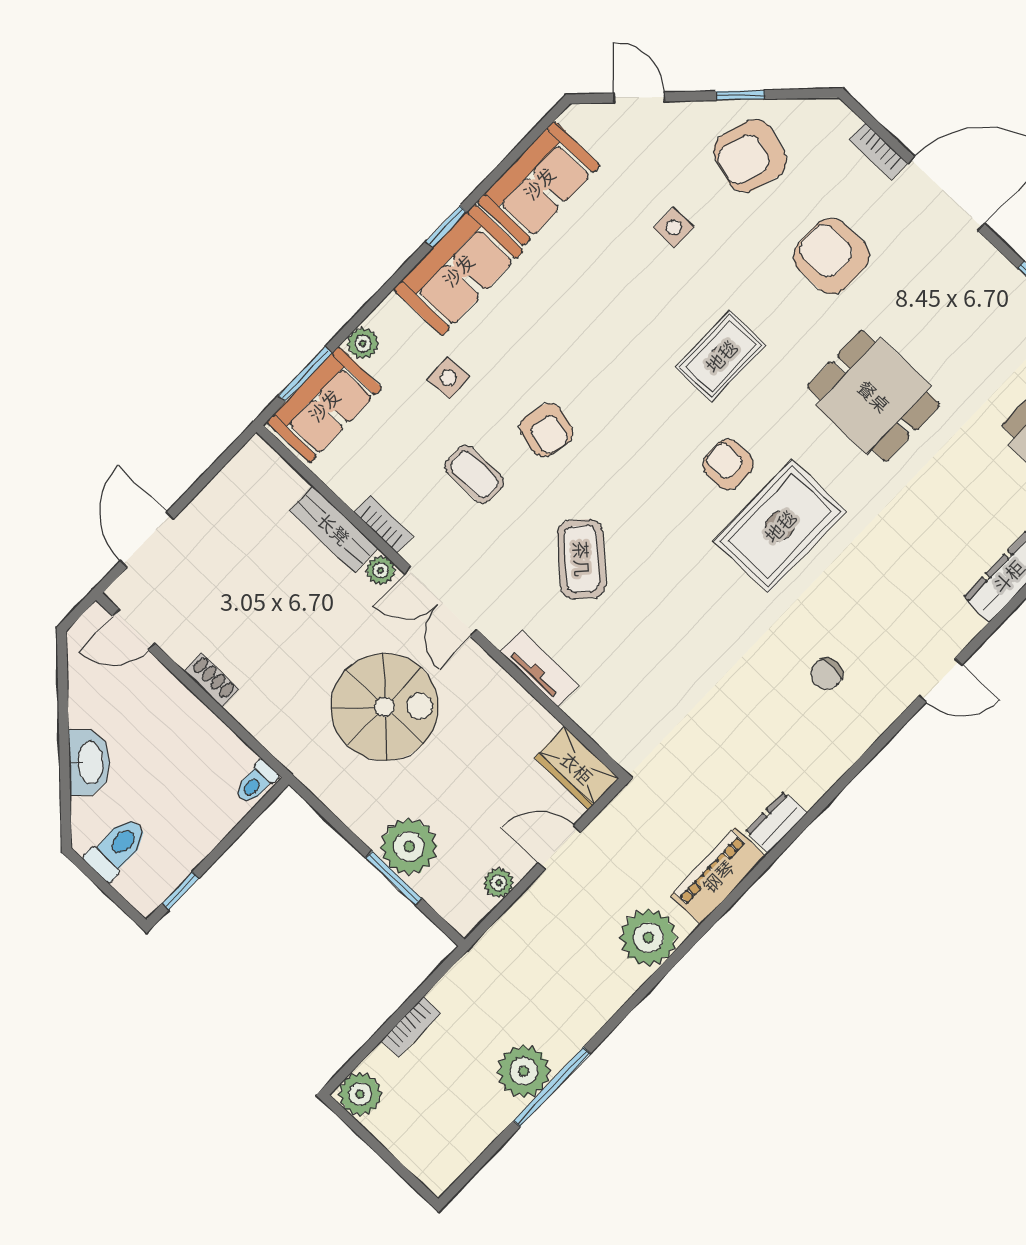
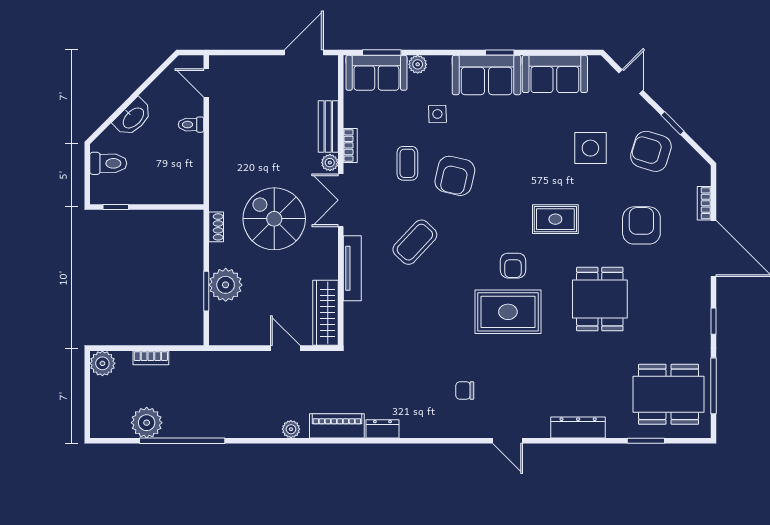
side table: (674, 227) -> (590, 148), width x1.87, depth x1.87
armchair: (547, 430) -> (455, 176), width x1.38, depth x1.38
armchair: (728, 464) -> (513, 266), turned 180
door: (147, 540) -> (304, 53), moved
tv unit: (539, 668) -> (352, 268), width x1.41
shoe rack: (211, 680) -> (216, 227), moved
spiral stairs: (385, 707) -> (274, 219), turned 180
wardrobe: (577, 768) -> (325, 313), width x1.50
toilet: (256, 783) -> (191, 125), moved
plant: (499, 883) -> (246, 337), removed
plant: (648, 938) -> (291, 429), width x0.53, depth x0.53
plant: (524, 1071) -> (147, 423), moved
window: (552, 1087) -> (182, 441), width x1.46

